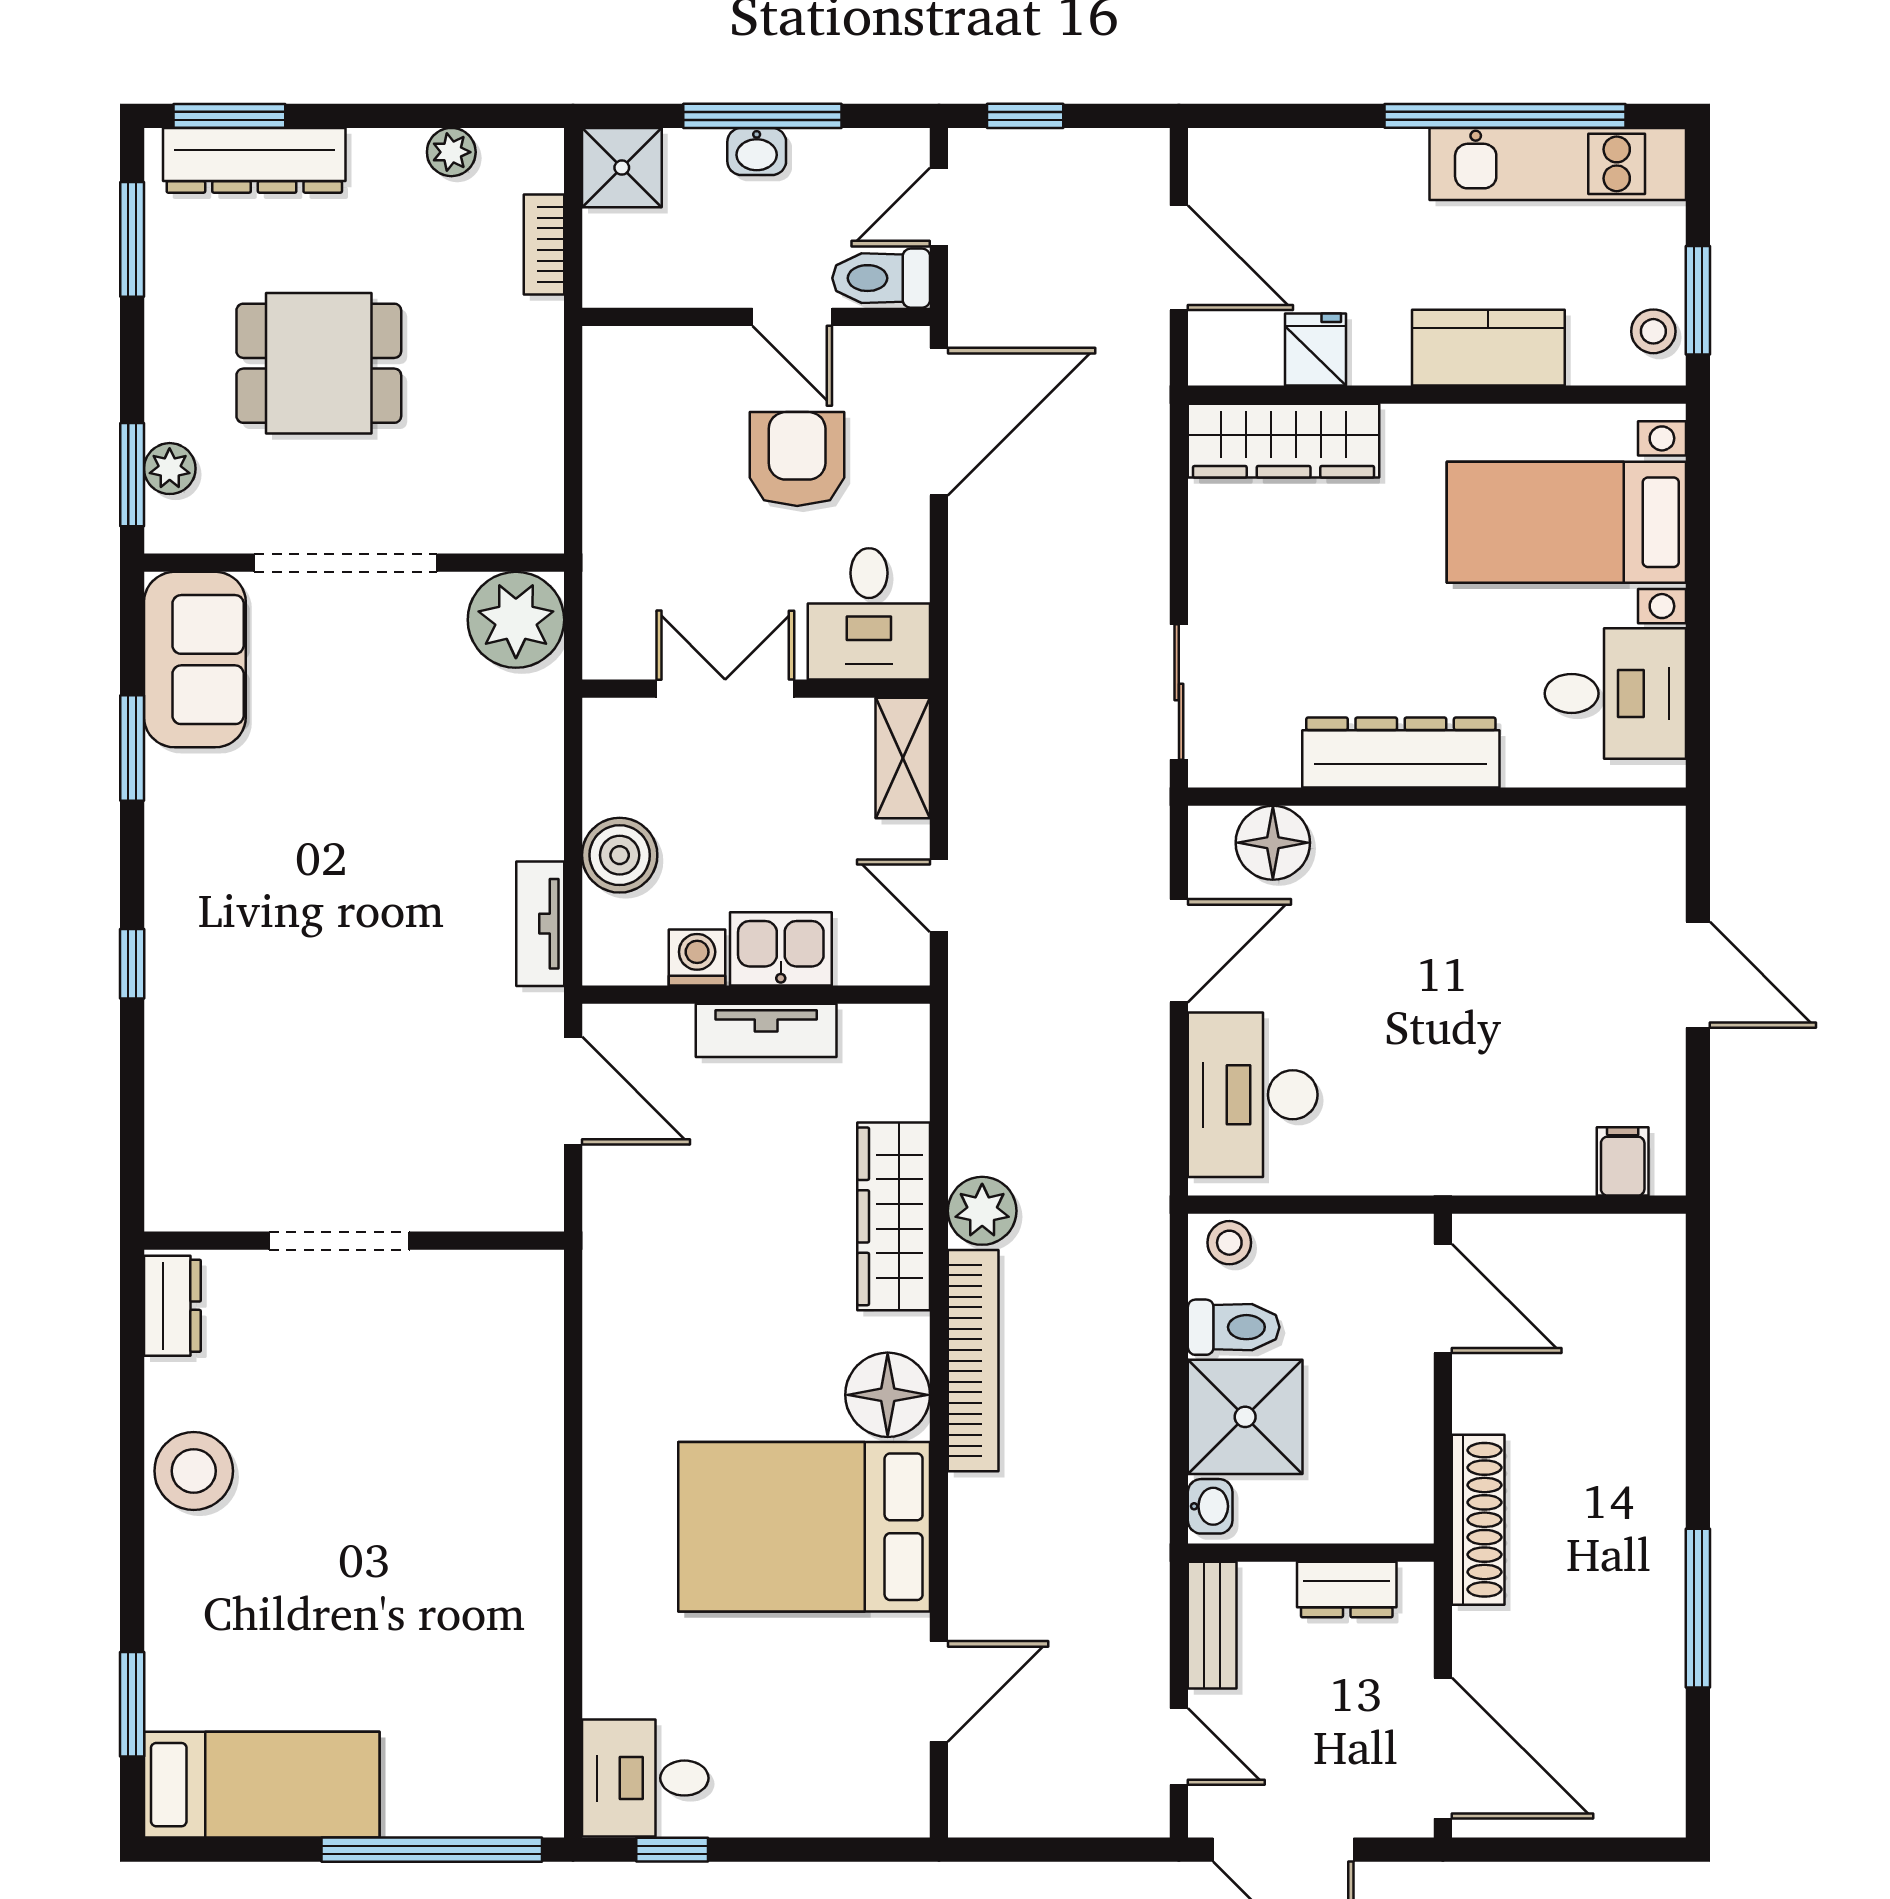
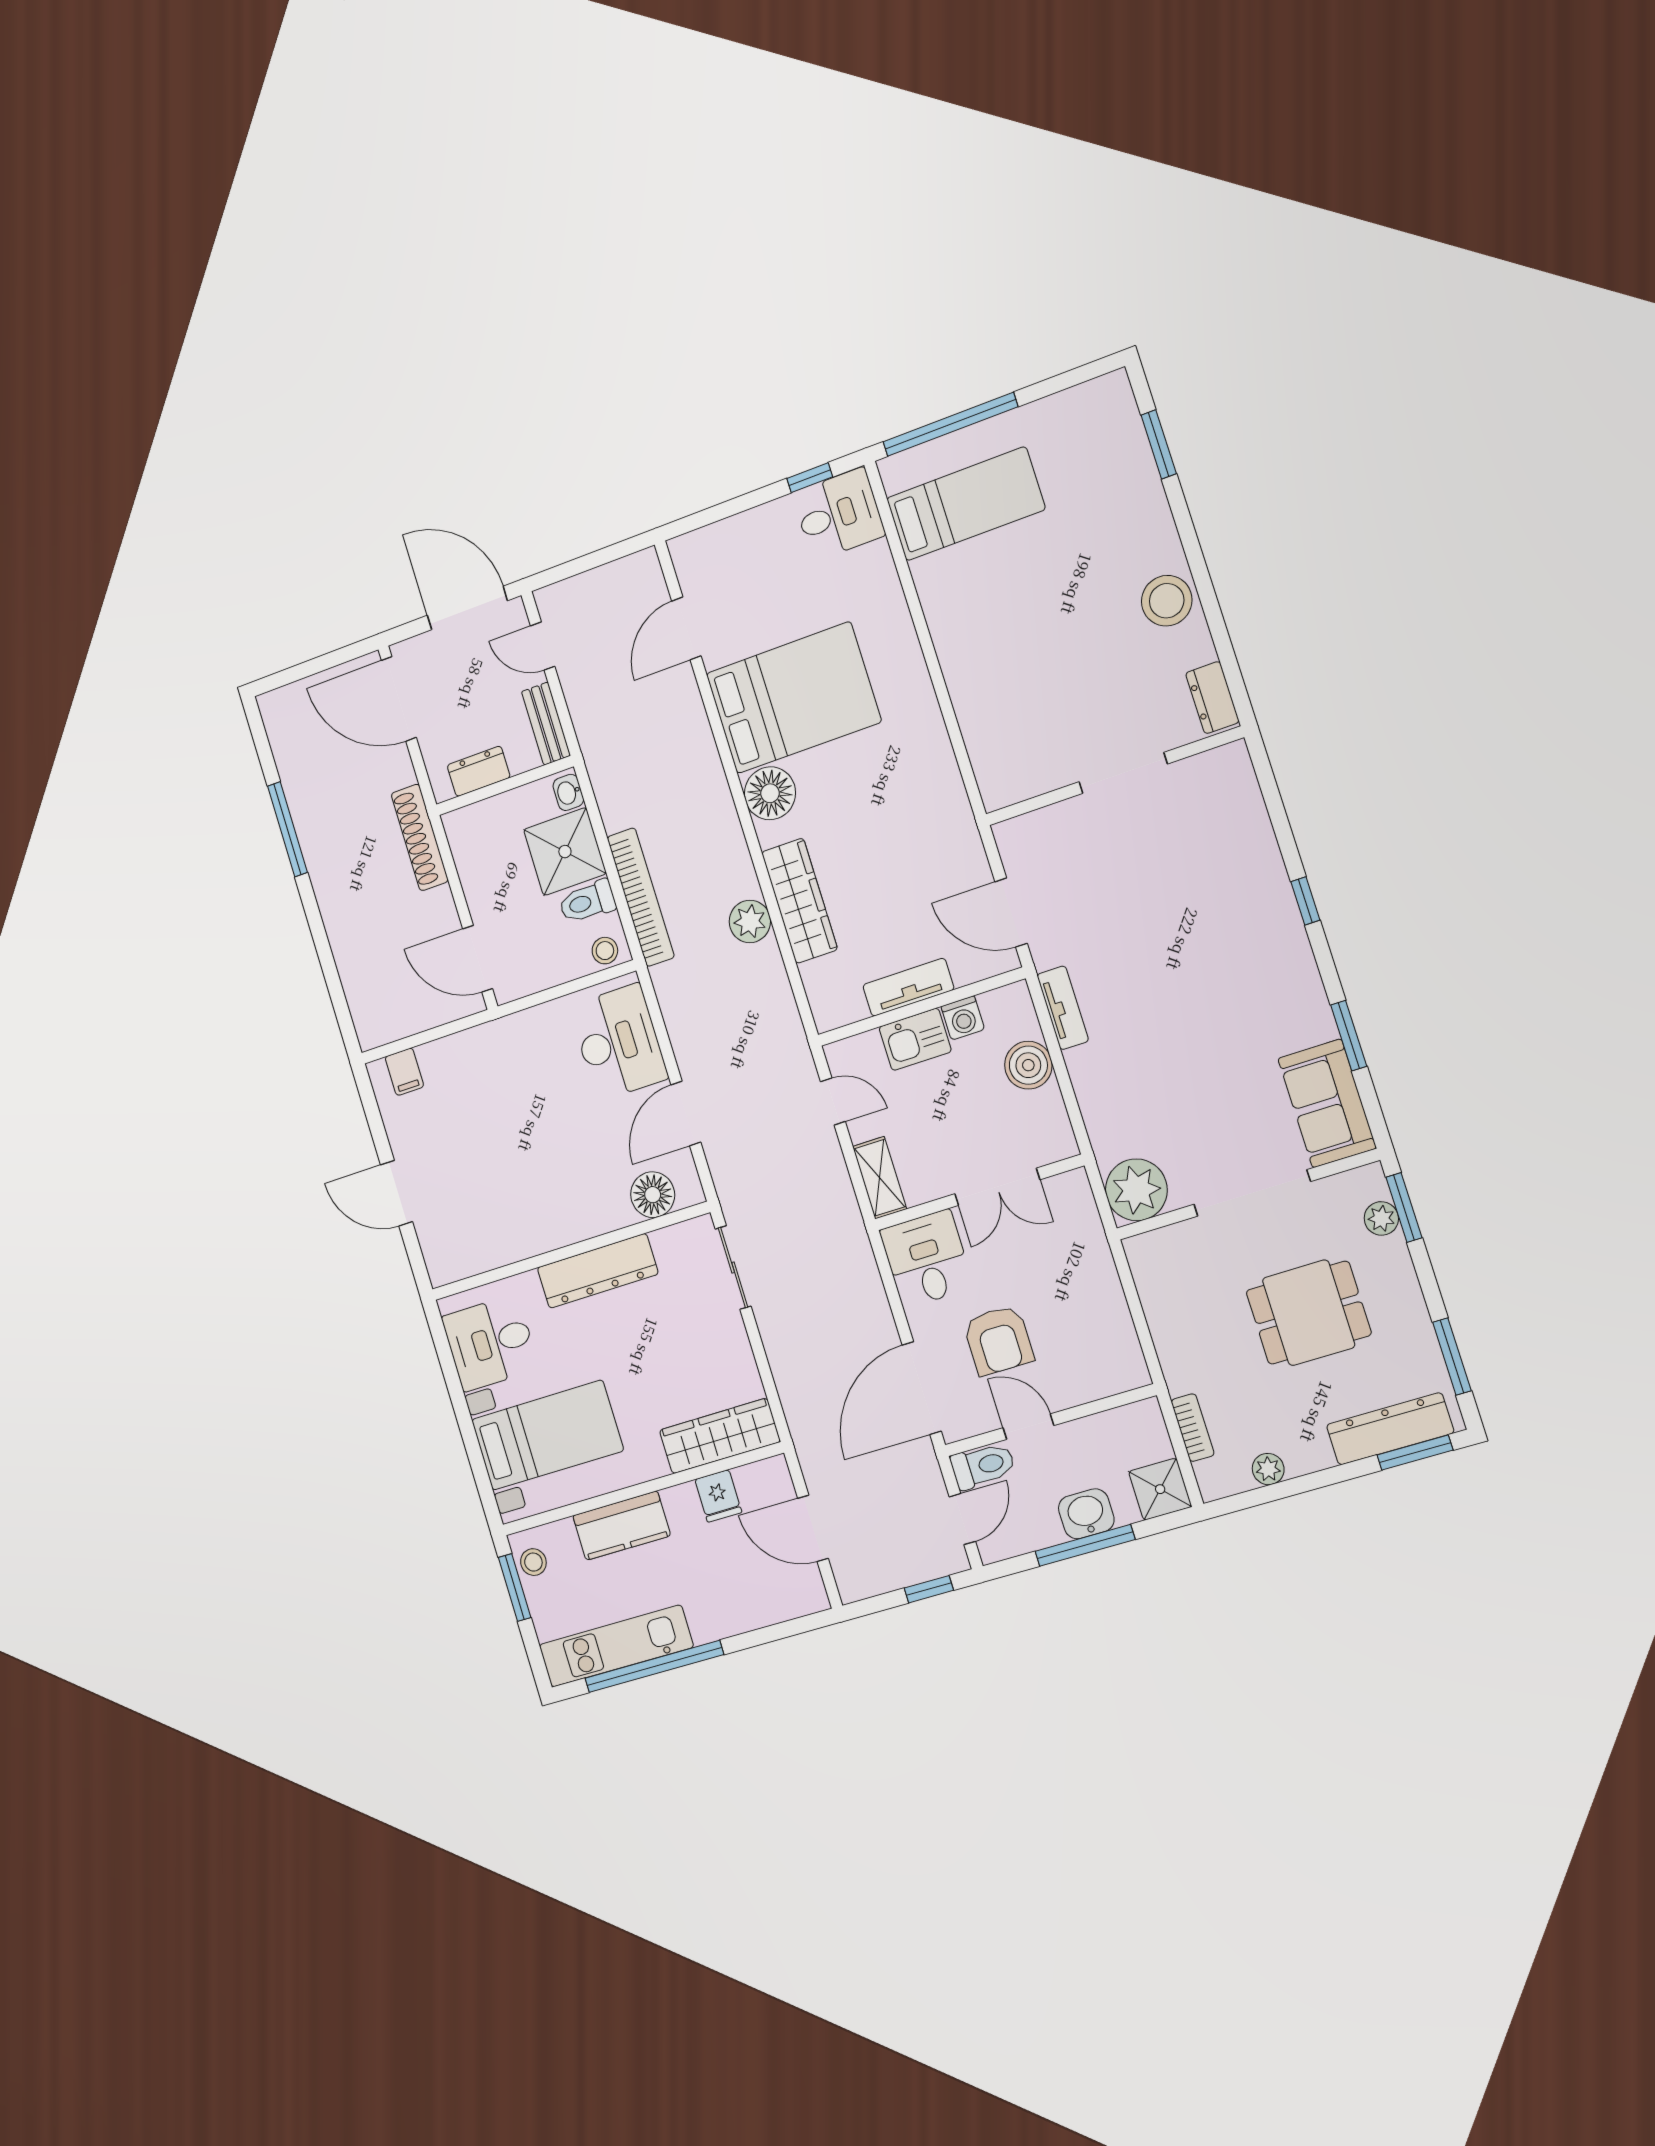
washbasin: (757, 151) -> (1086, 1514), width x1.38, depth x1.45
bookcase: (973, 1361) -> (641, 897), moved, turned 180
bed: (262, 1785) -> (966, 504), moved, turned 180

